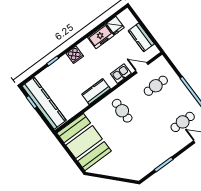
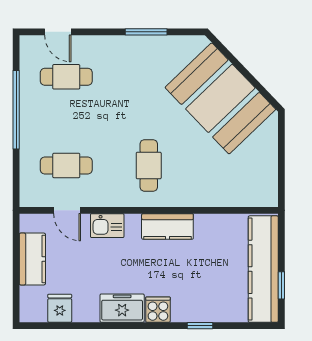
freezer: (101, 36) -> (122, 308), moved
booth: (84, 142) -> (220, 98), moved, turned -44

